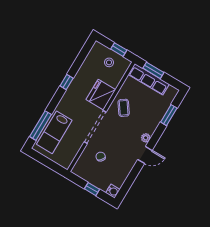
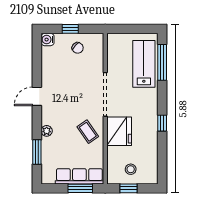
plant: (146, 138) -> (47, 131), moved
chair: (101, 157) -> (78, 48), moved

